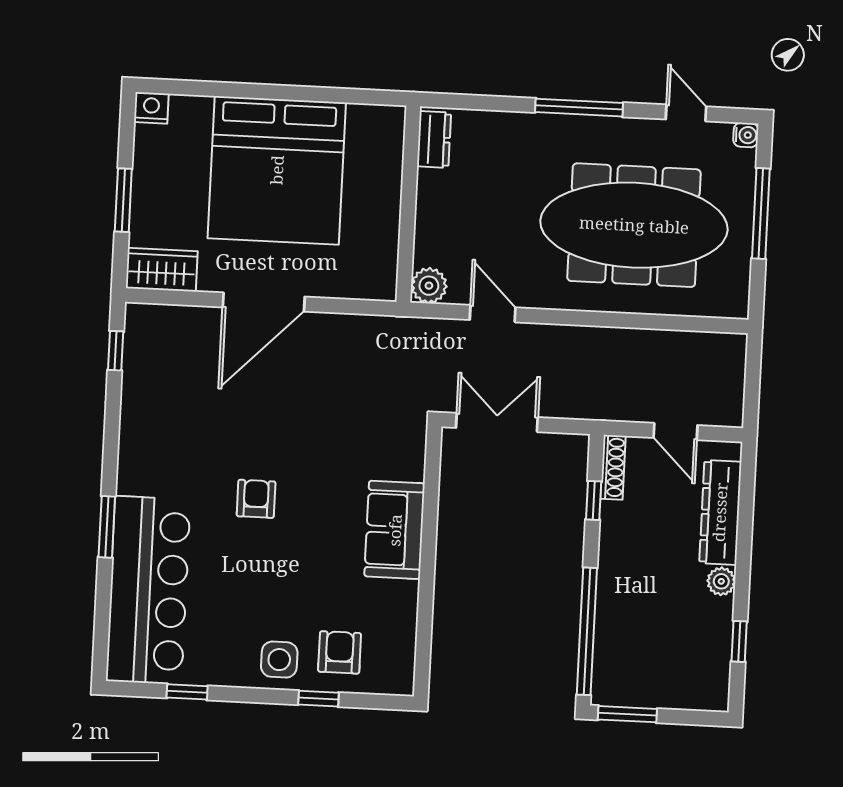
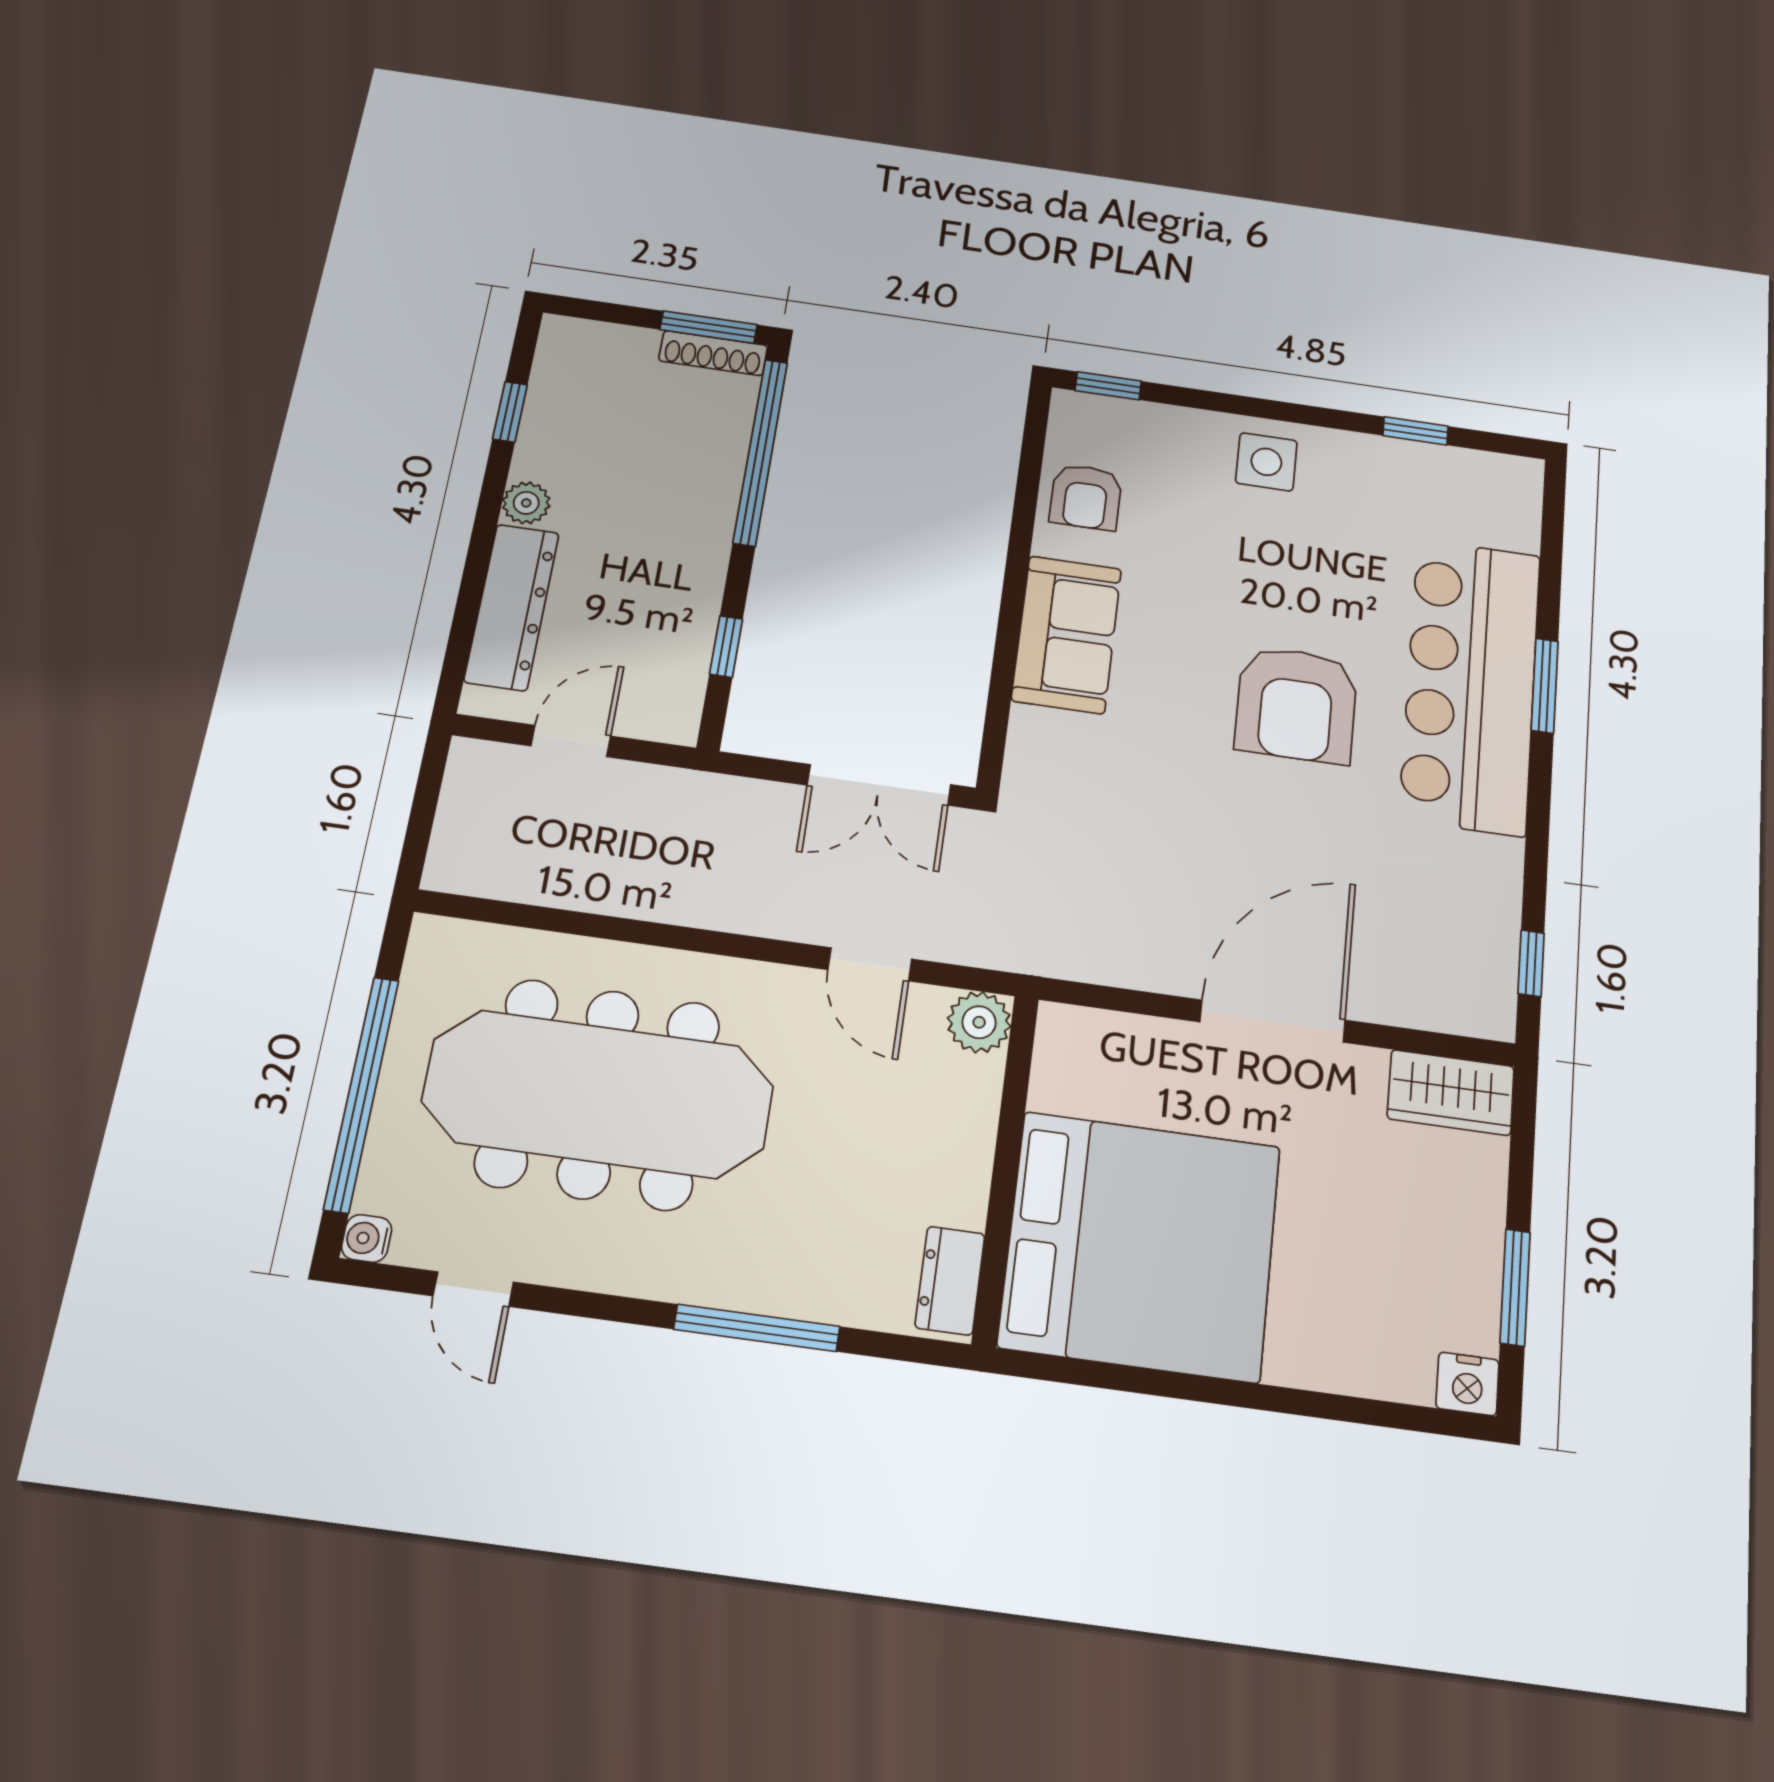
window: (579, 108) -> (757, 1328), moved
bed: (277, 170) -> (1141, 1246), moved, turned 90
window: (123, 200) -> (1515, 1287), moved
window: (761, 214) -> (362, 1094), width x1.46
door: (676, 432) -> (571, 741), hinge flipped
shoe rack: (613, 467) -> (713, 353), moved, turned -90
armchair: (256, 499) -> (1296, 704), width x1.88, depth x1.88
bar counter: (148, 590) -> (1471, 685), moved
armchair: (340, 652) -> (1086, 497), moved
window: (318, 699) -> (1108, 386), moved

